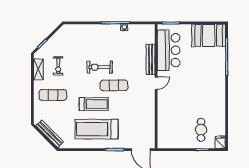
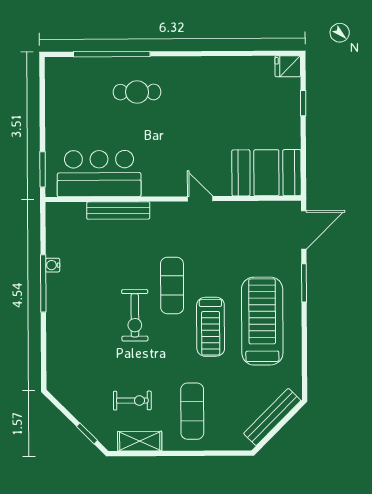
booth: (209, 35) -> (266, 173), moved, turned 90
door: (156, 83) -> (200, 199), moved
treadmill: (94, 104) -> (211, 327), turned 180
treadmill: (96, 129) -> (262, 321), turned 180
cafe table: (201, 130) -> (137, 92), moved

